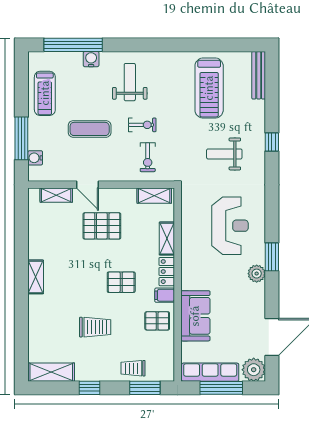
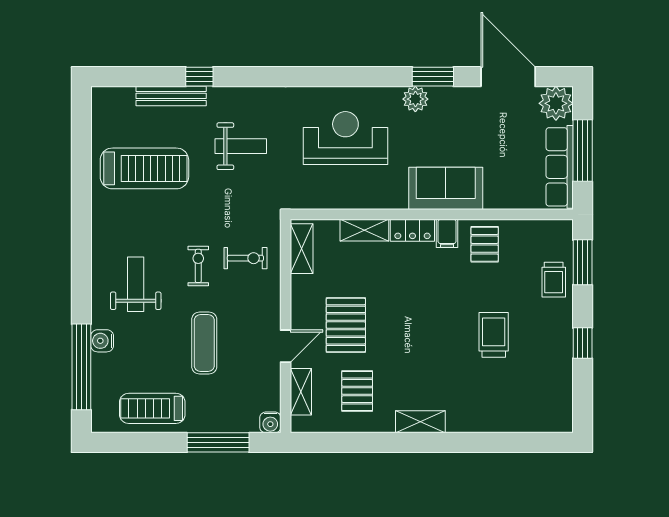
bench: (259, 75) -> (171, 96), moved
weight bench: (130, 82) -> (136, 284), turned 90
treadmill: (45, 93) -> (152, 408), turned 180
window: (272, 142) -> (199, 77), moved
weight bench: (224, 154) -> (241, 146), turned -90
water cooler: (35, 158) -> (270, 422), moved
window: (272, 257) -> (433, 77), moved
pallet: (121, 282) -> (357, 391), moved
sofa: (195, 316) -> (446, 188), moved
shelving: (51, 372) -> (559, 399), removed

